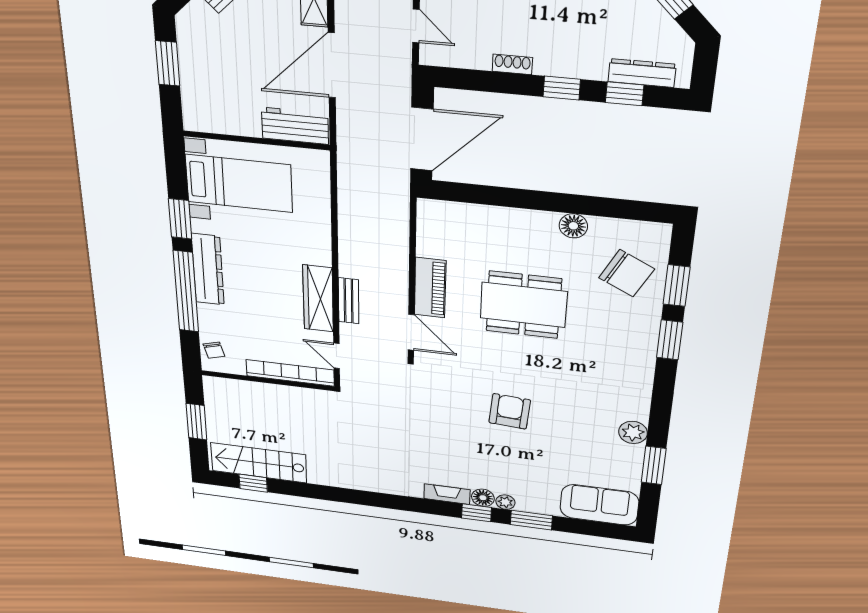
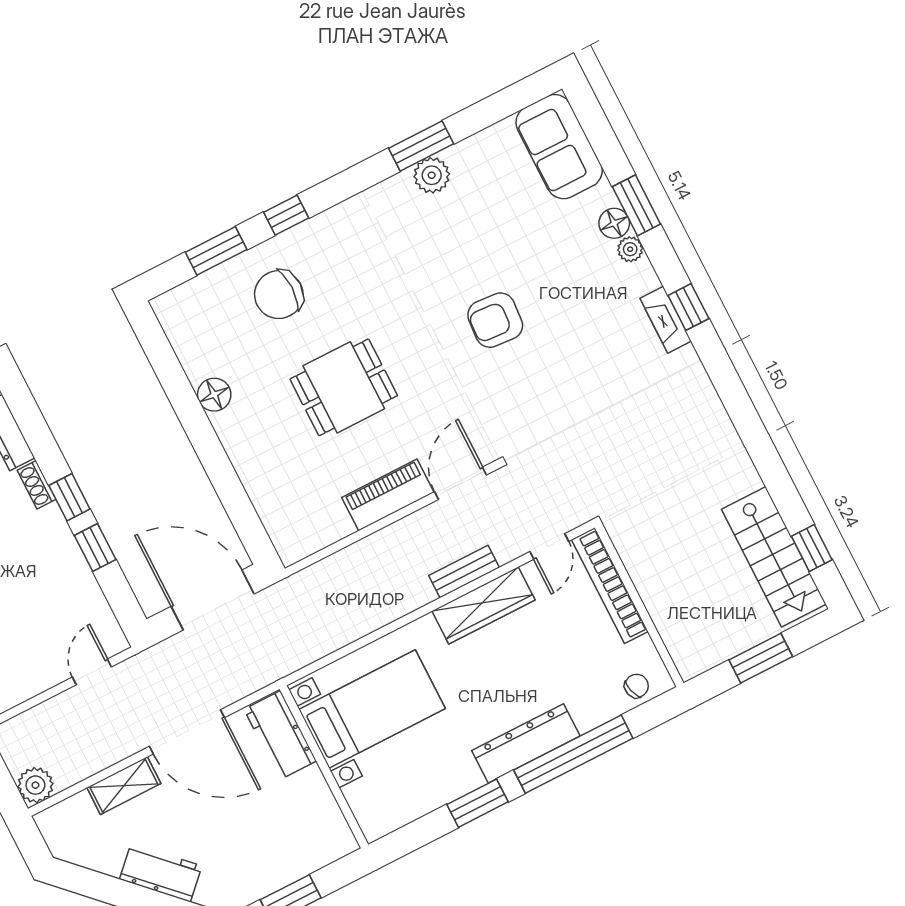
shoe rack: (512, 64) -> (37, 485), moved
window: (625, 94) -> (95, 547), moved
bed with nightstands: (239, 183) -> (372, 709), moved, turned 90
chair: (627, 273) -> (279, 295), moved, turned -117
dining table: (524, 305) -> (344, 387), width x0.73
window: (670, 340) -> (286, 215), width x0.67
window: (654, 465) -> (421, 146), moved
floor lamp: (483, 498) -> (614, 223), moved
window: (476, 513) -> (688, 307), moved

